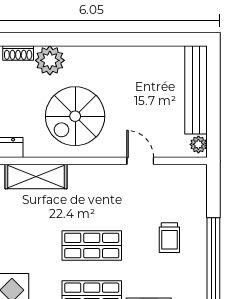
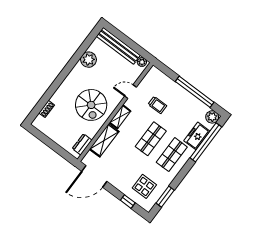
plant: (50, 60) -> (89, 60), moved
shelving: (90, 174) -> (120, 117), added
trolley: (169, 238) -> (157, 105), moved

